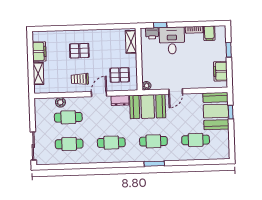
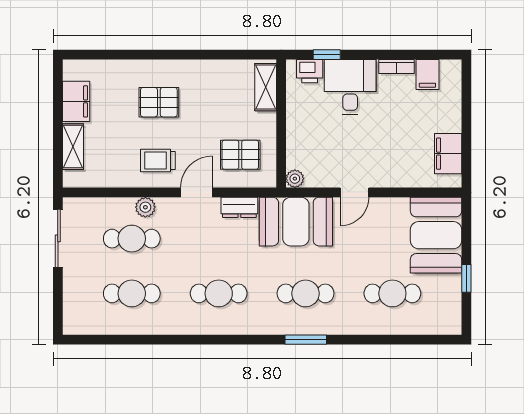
window: (229, 50) -> (466, 110), removed
plant: (60, 102) -> (145, 207), moved
window: (231, 112) -> (466, 278), moved
sliding door: (33, 146) -> (58, 238), moved

